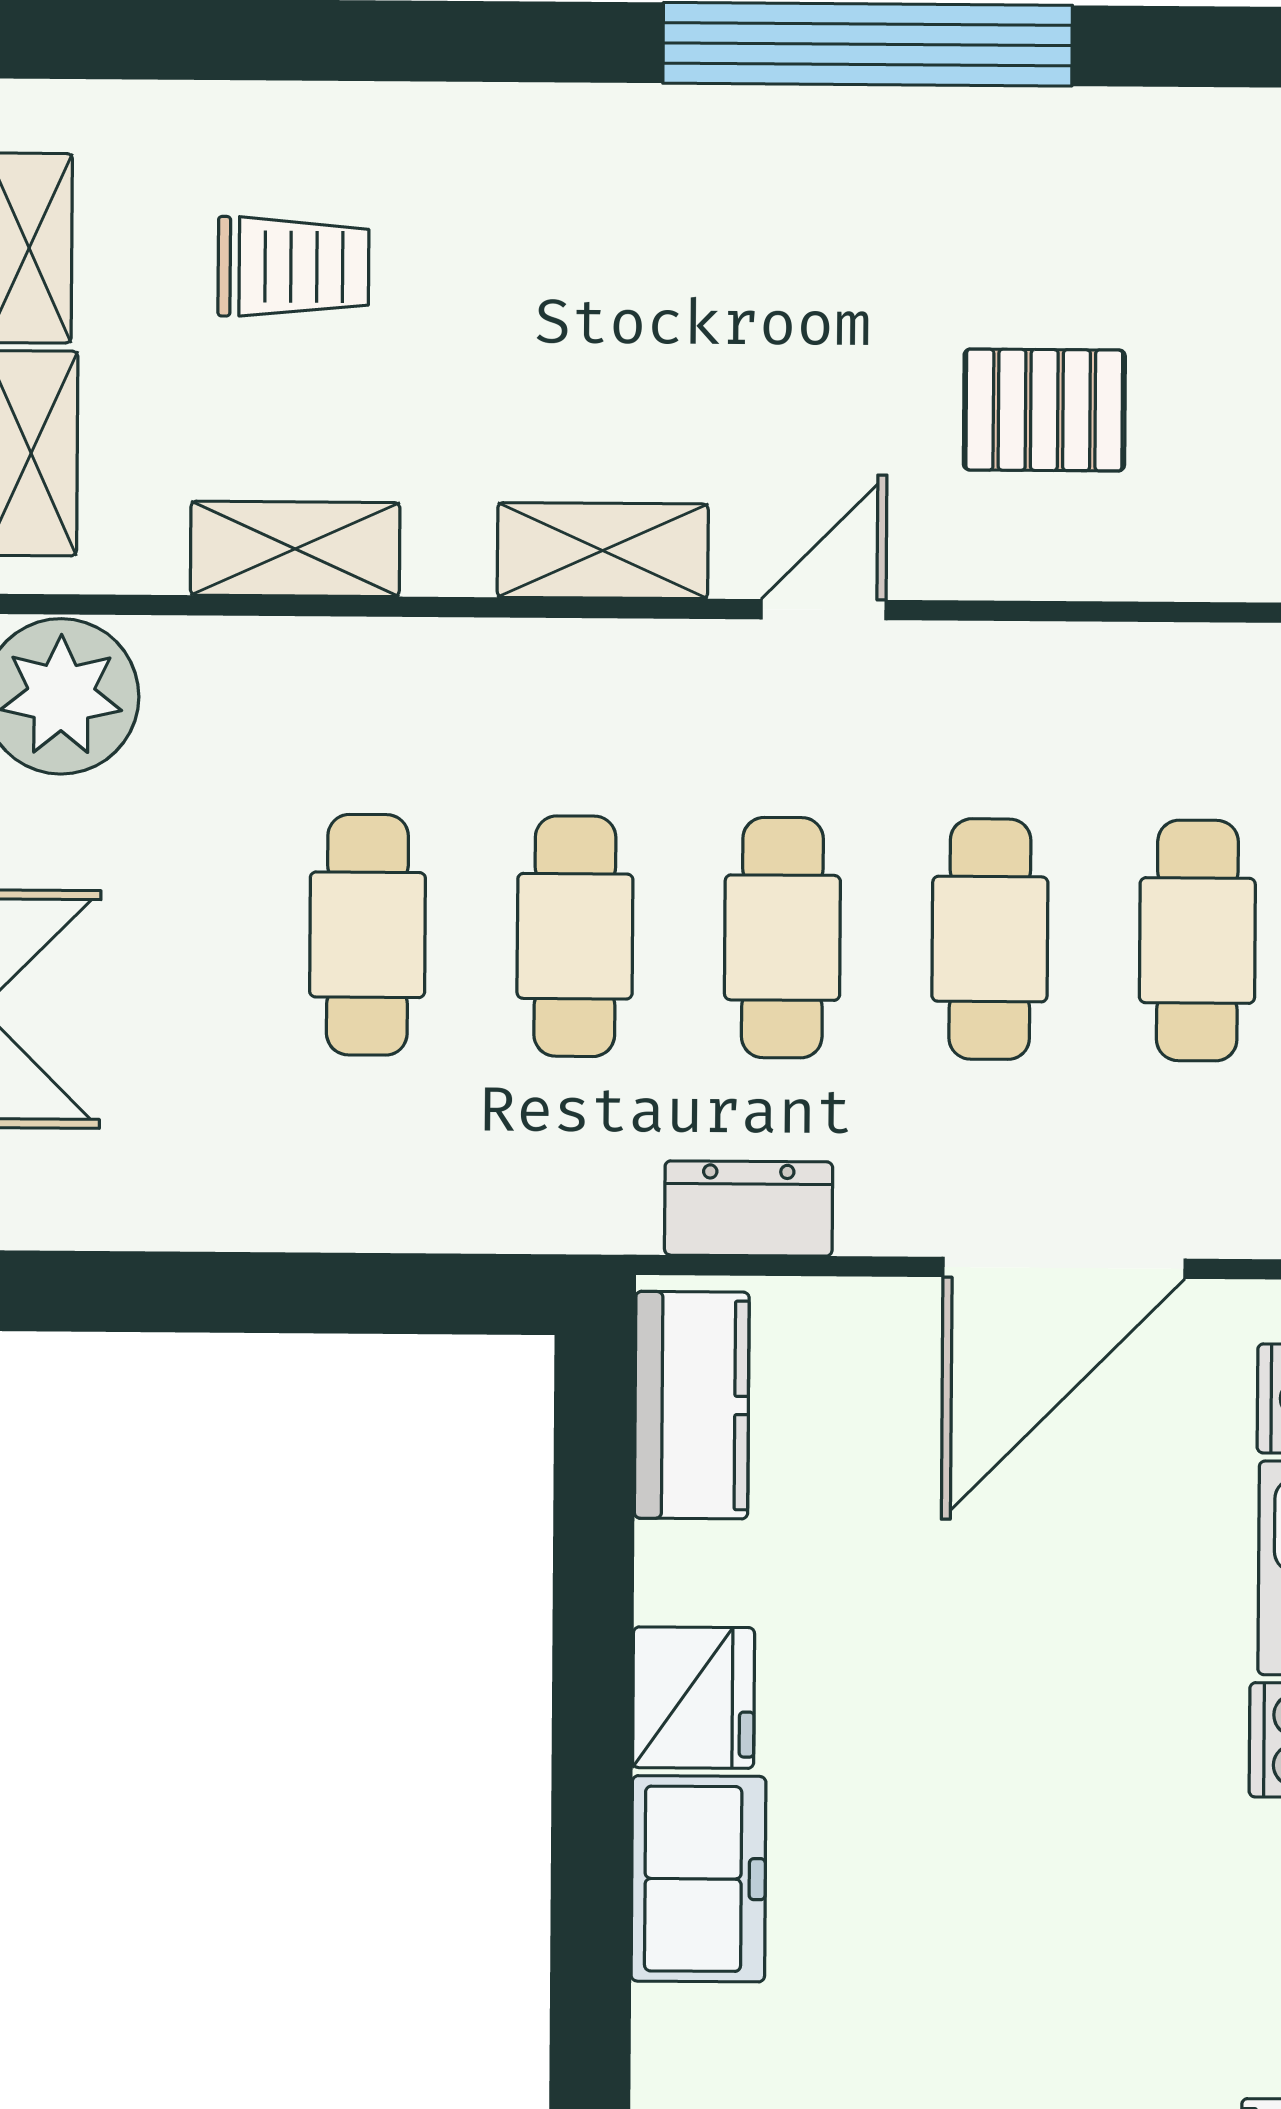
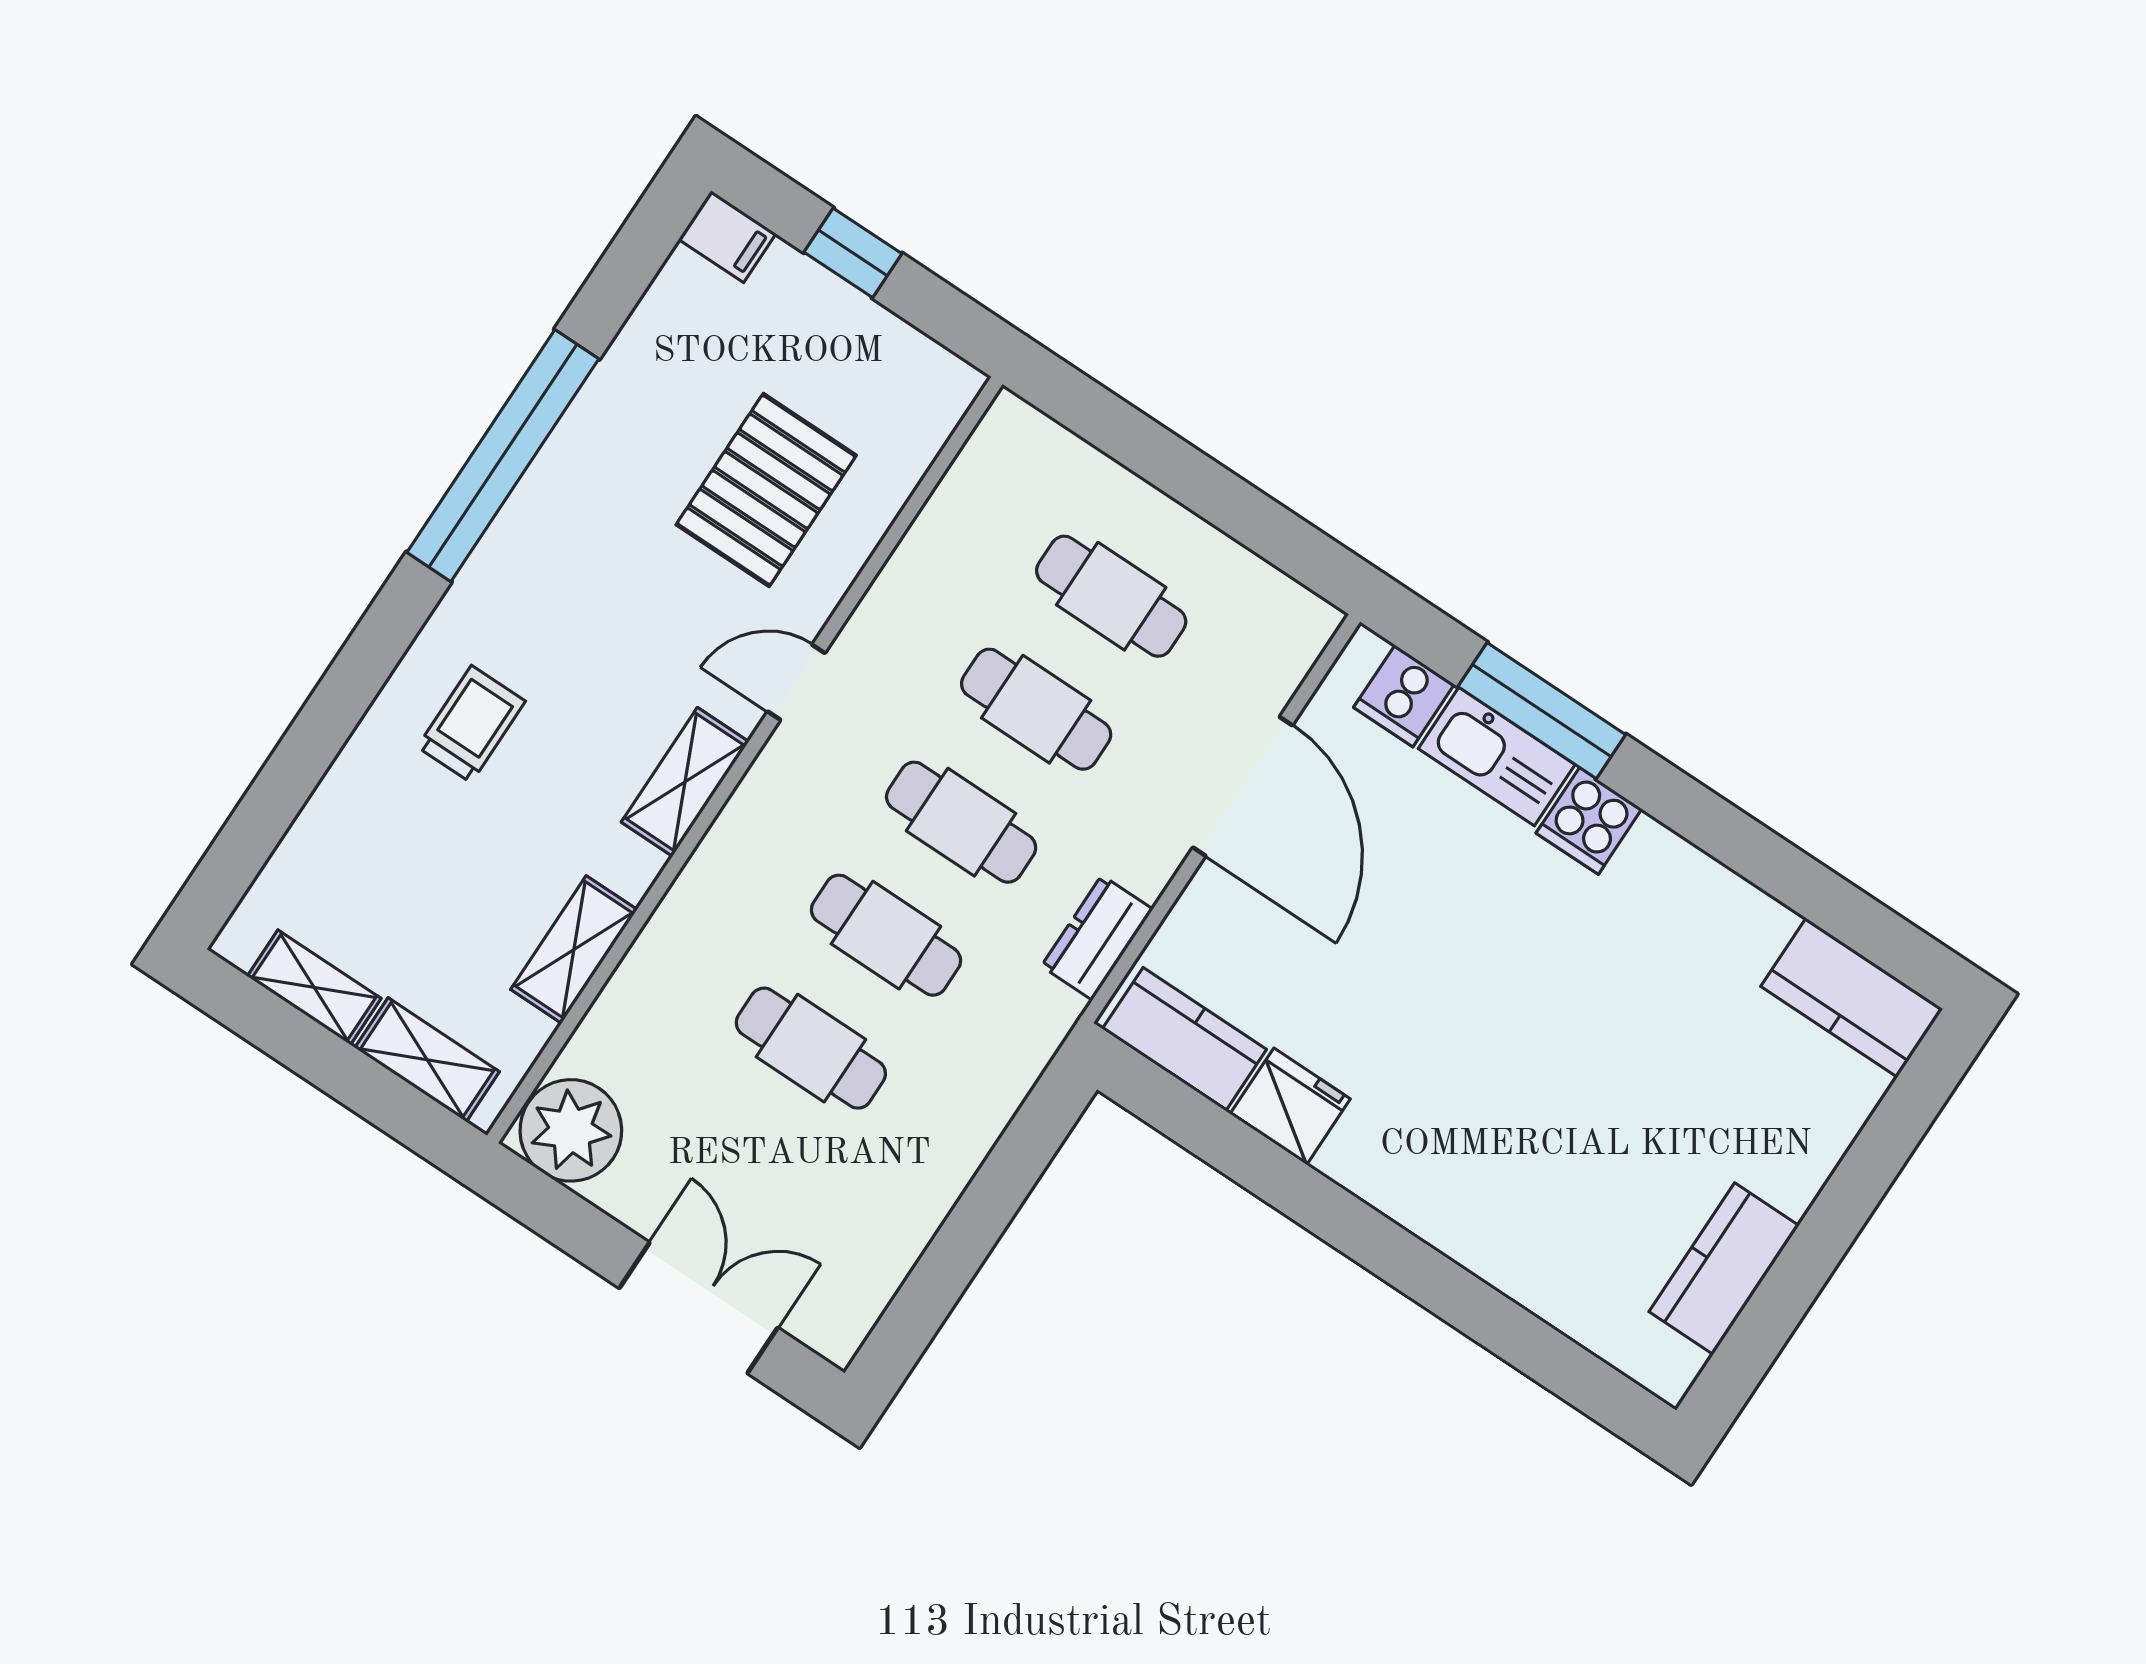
trolley: (293, 267) -> (471, 724), moved
pallet: (1044, 410) -> (766, 490), width x1.50, depth x1.42
door: (824, 610) -> (796, 682), hinge flipped
fridge: (694, 1698) -> (1290, 1106), moved
freezer: (698, 1879) -> (1446, 1205), removed

